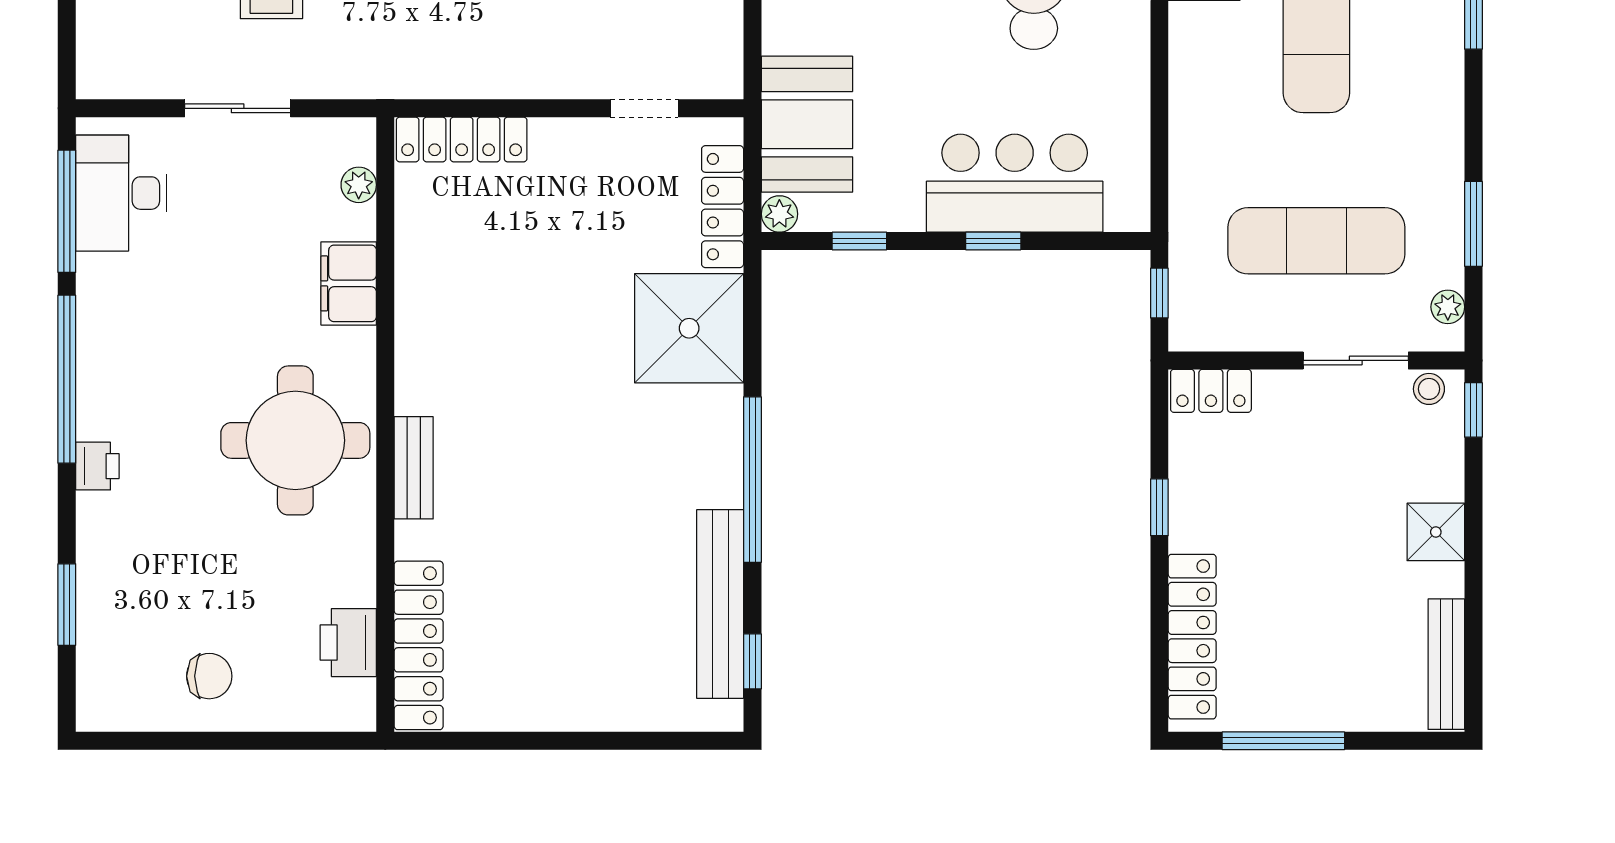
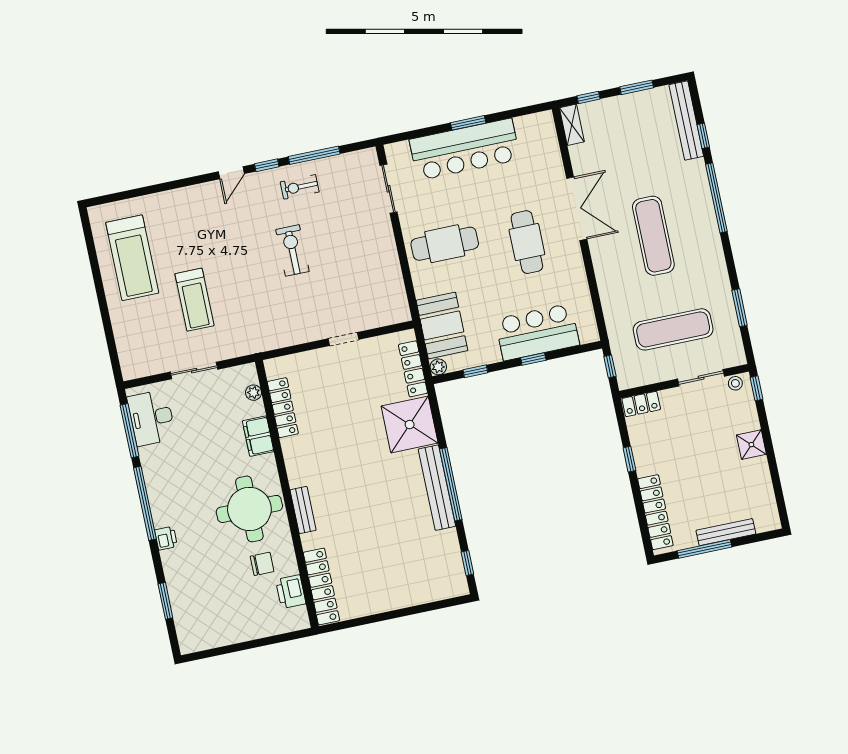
doorway: (644, 108) -> (344, 339), moved
locker: (462, 139) -> (283, 408), moved, turned -90
plant: (1448, 307) -> (736, 346), removed
bench: (720, 604) -> (437, 488), moved
bench: (1446, 664) -> (726, 532), moved, turned 90
chair: (209, 676) -> (262, 564), moved

